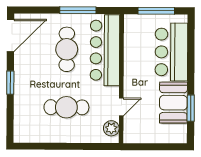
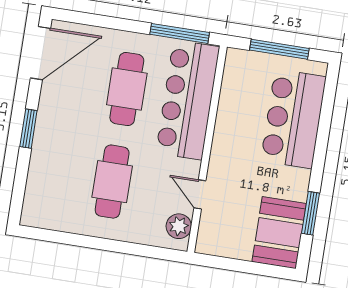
window: (78, 10) -> (180, 33), moved
booth: (173, 103) -> (279, 233), moved
cafe table: (66, 107) -> (112, 182), turned 90
door: (121, 107) -> (200, 194), swing flipped

